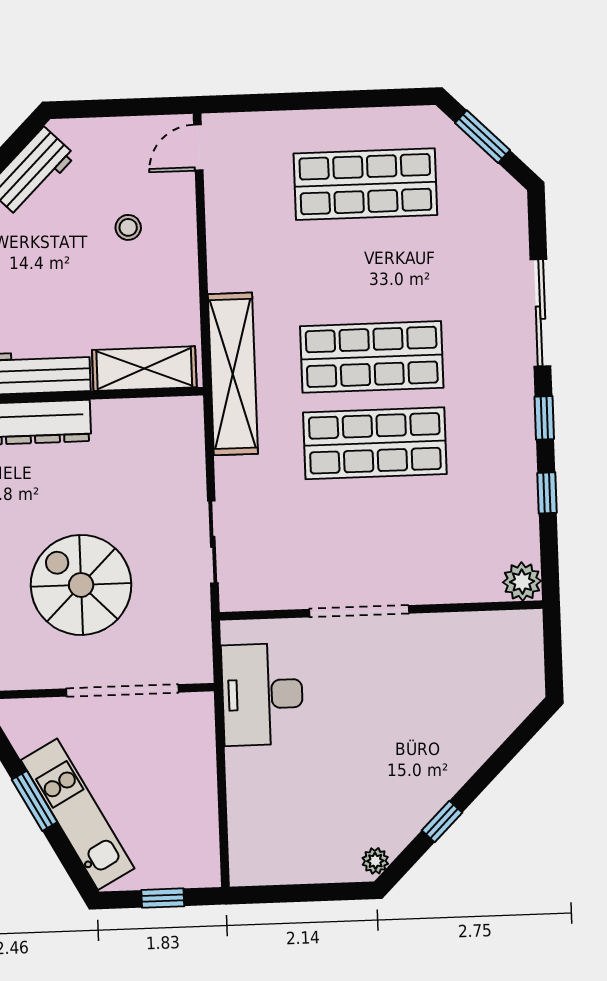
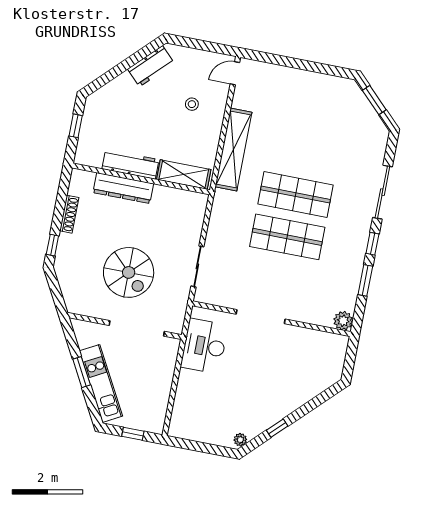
shop shelf: (365, 184) -> (312, 110), removed
shelving: (233, 374) -> (233, 150), moved
window: (547, 493) -> (365, 280), width x1.50
spiral stairs: (81, 585) -> (129, 272), turned 180

